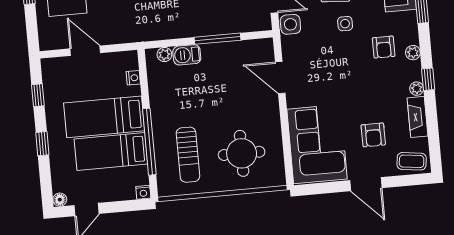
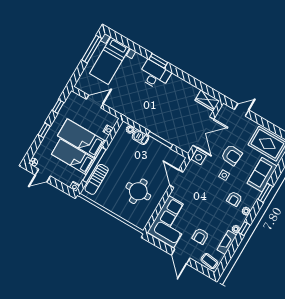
door: (85, 51) -> (95, 102), hinge flipped
round table: (242, 153) -> (138, 191), moved
sun lounger: (188, 155) -> (97, 179), moved

